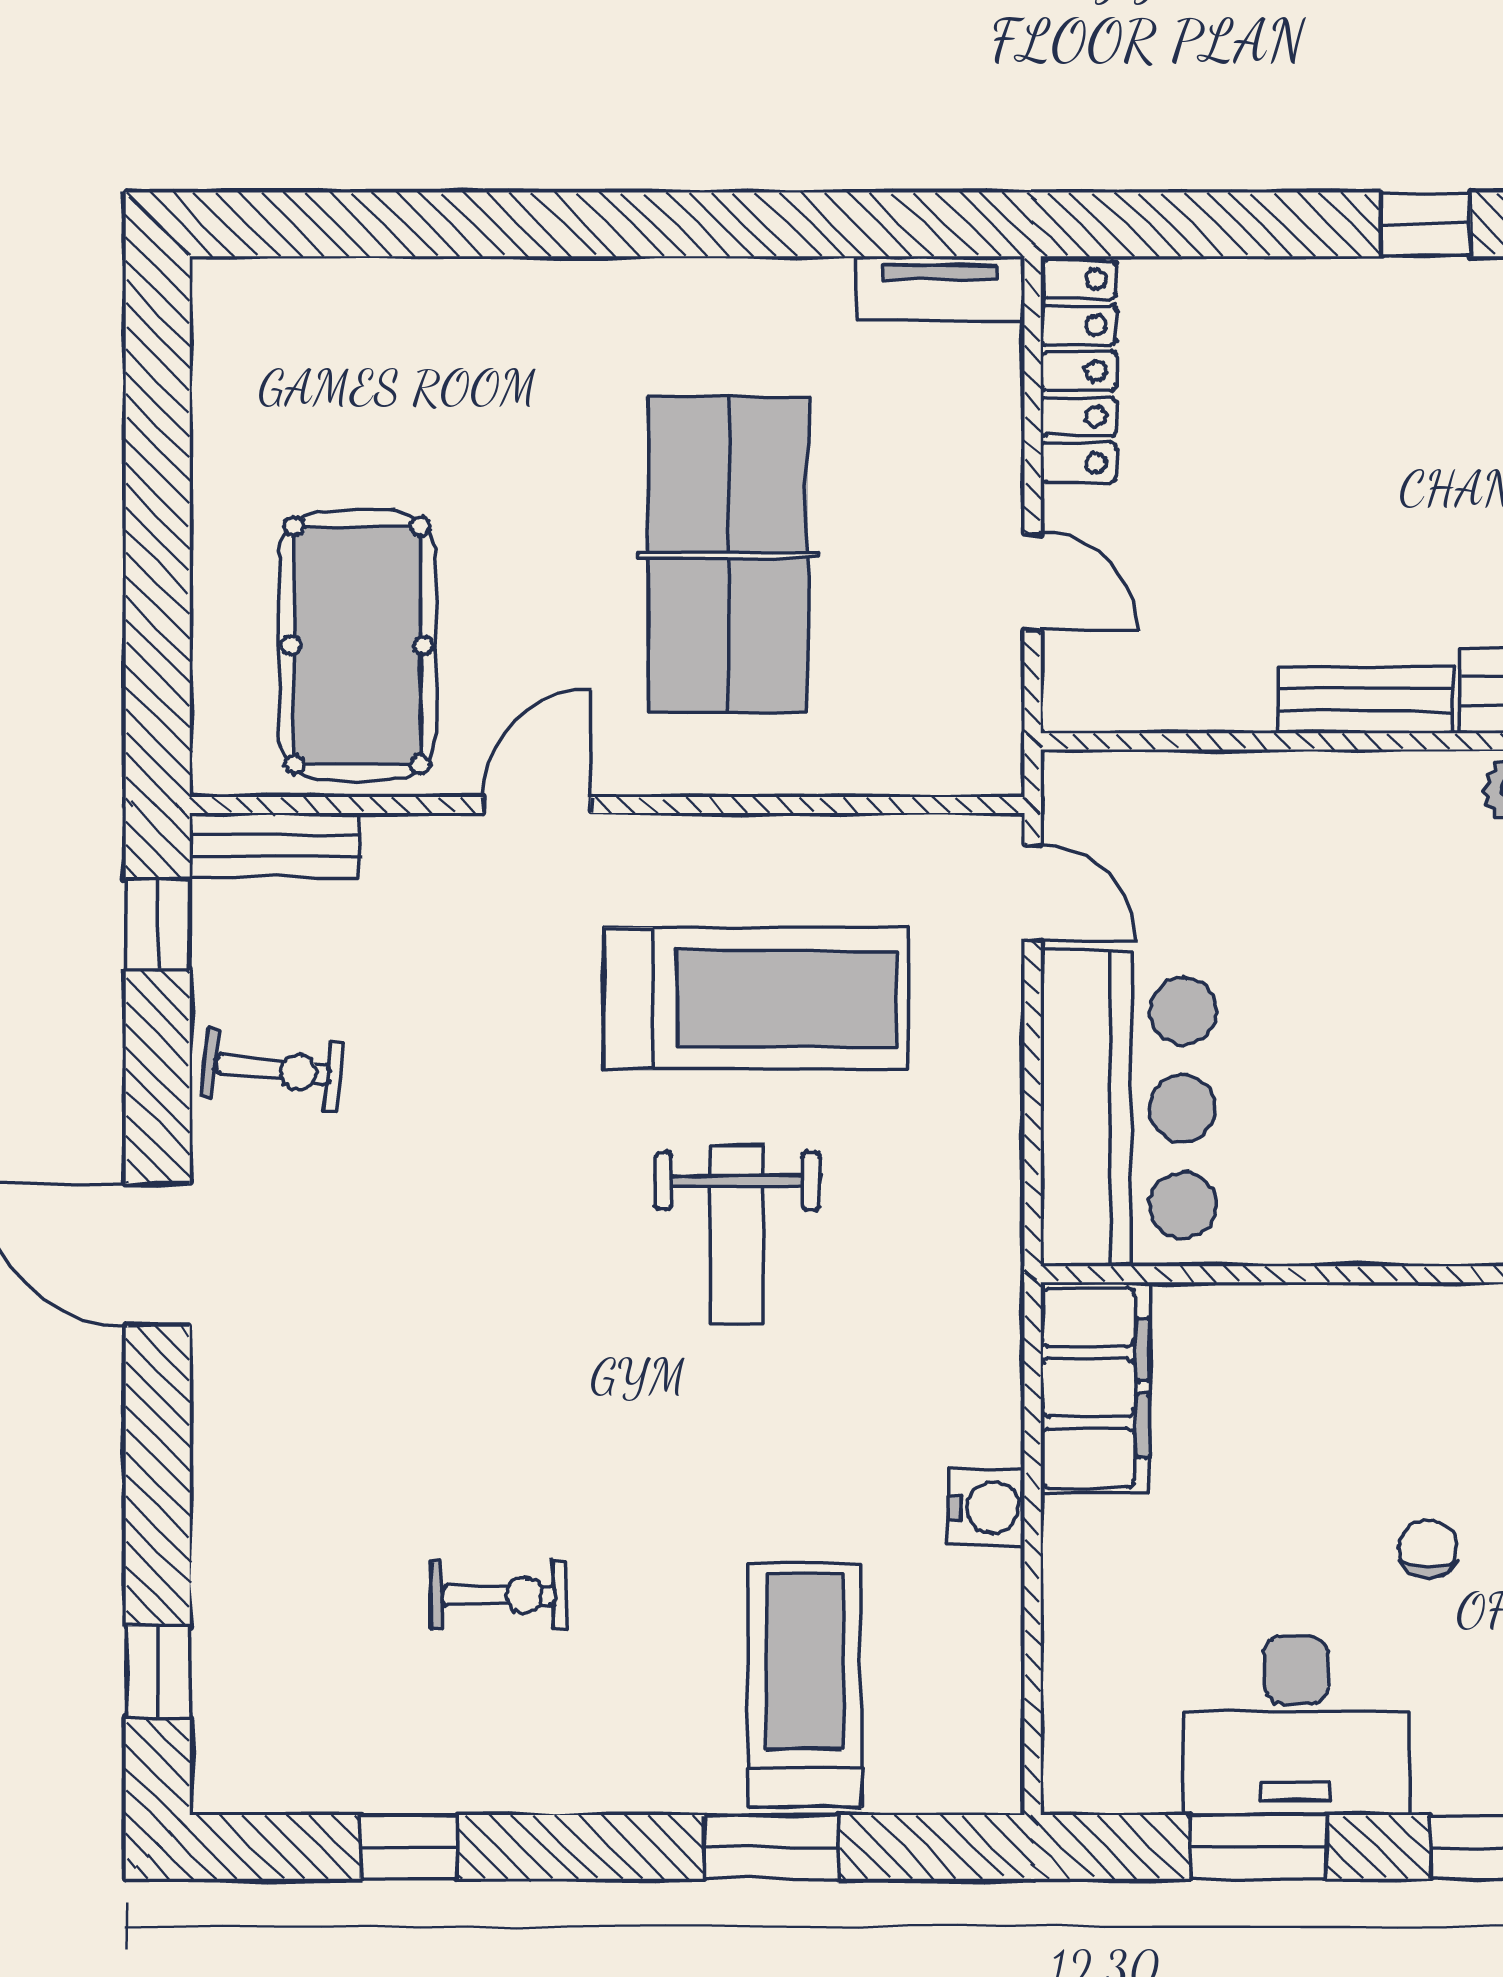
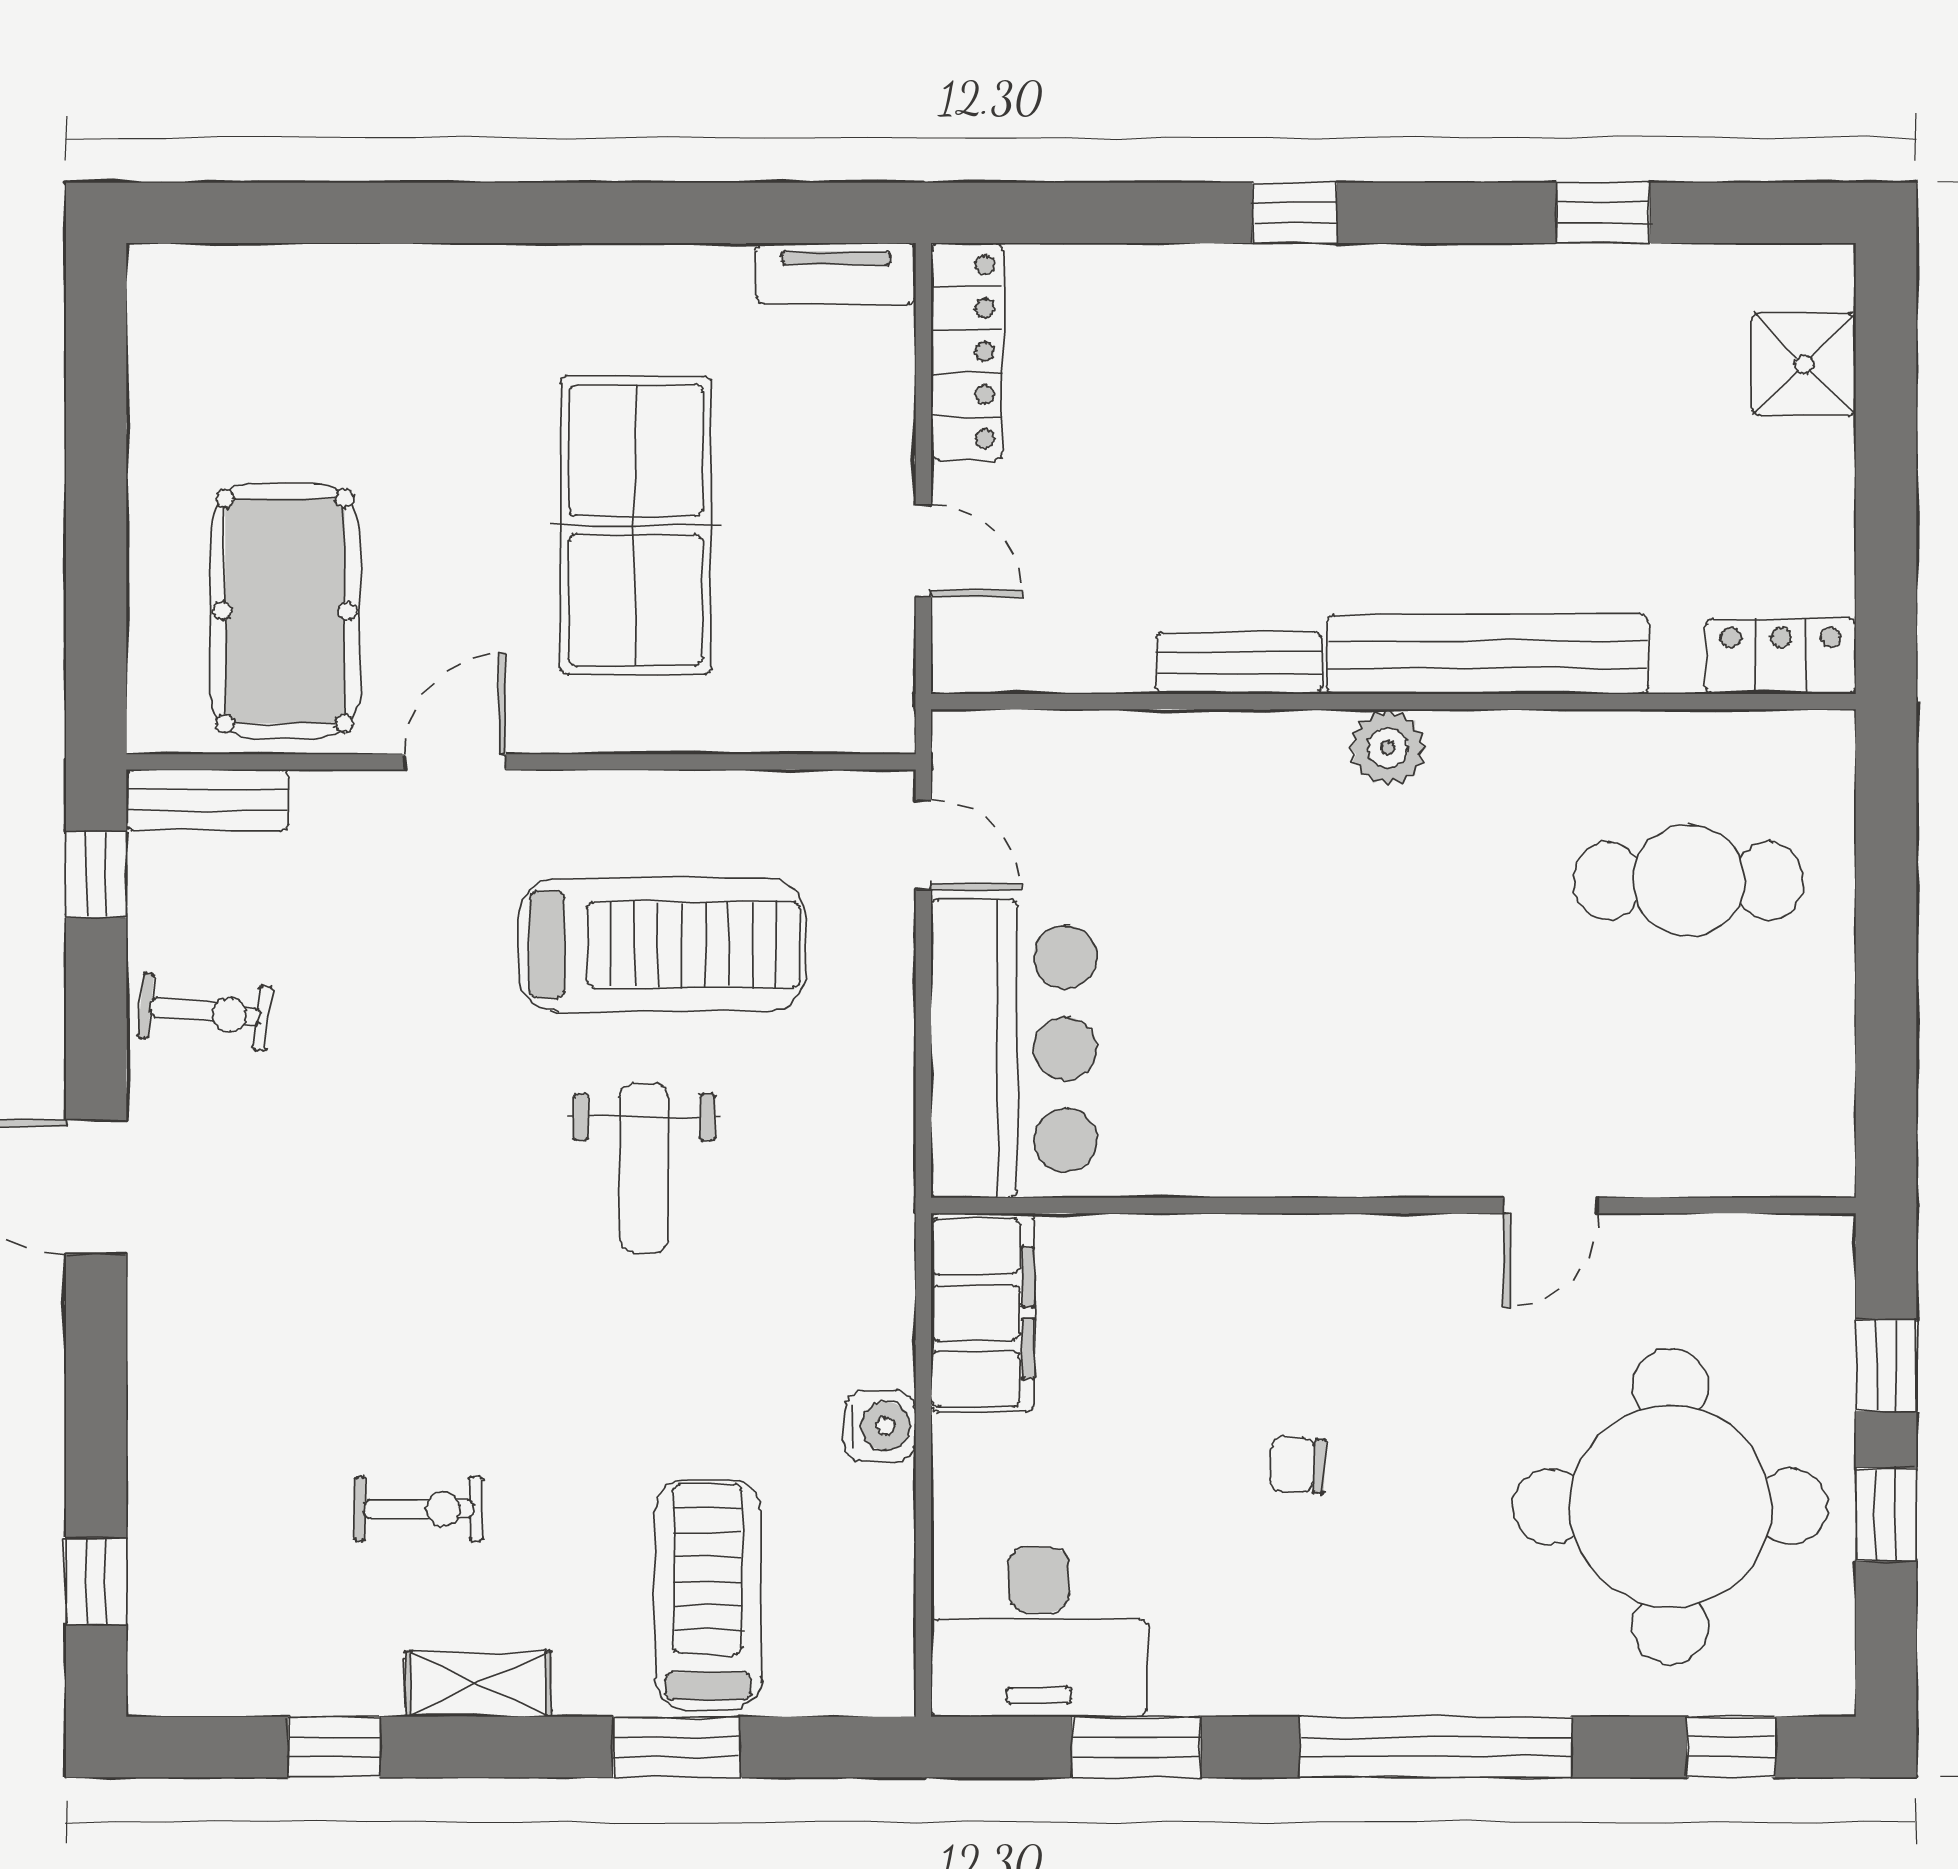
chair: (1428, 1549) -> (1297, 1465), turned -87
desk: (1296, 1726) -> (1039, 1632), moved
shelving: (562, 1780) -> (478, 1684), added

